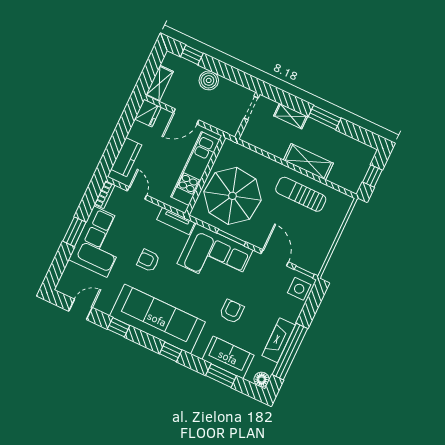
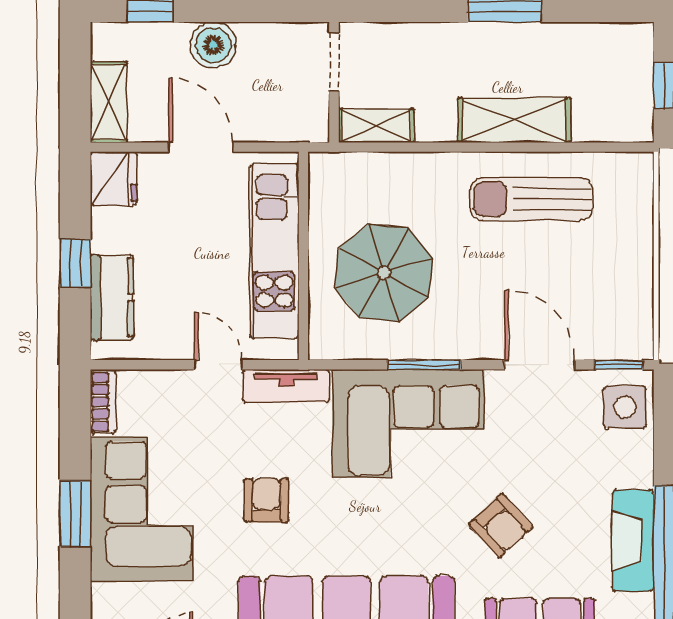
shelving: (291, 116) -> (376, 126), moved
door: (186, 117) -> (201, 147), swing flipped
window: (119, 138) -> (75, 263), added
door: (137, 193) -> (218, 365), moved
parasol: (232, 196) -> (384, 273), width x0.73, depth x0.73
armchair: (148, 260) -> (266, 500), turned 90
armchair: (232, 311) -> (501, 526), turned 137

